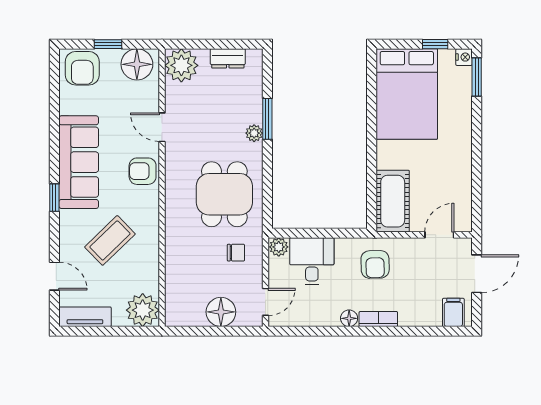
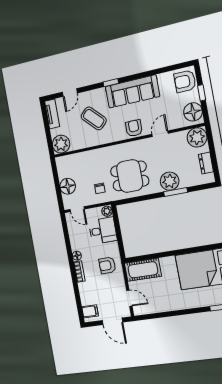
plant: (254, 133) -> (170, 181), width x1.87, depth x1.87

